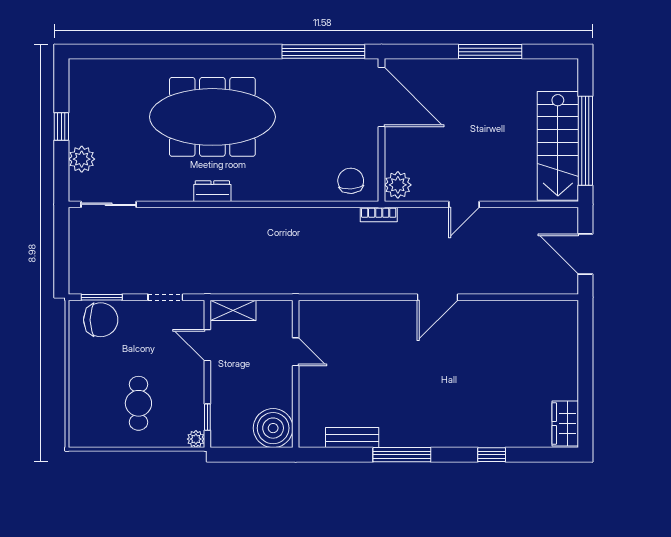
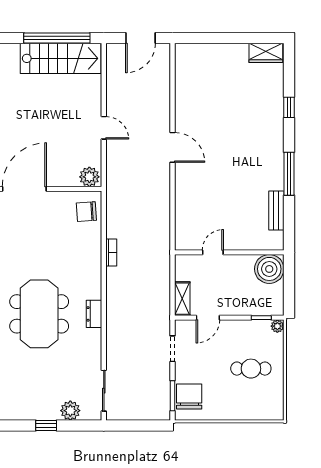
meeting table: (212, 117) -> (39, 314), width x0.73
bookcase: (379, 214) -> (111, 253), moved

